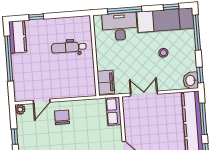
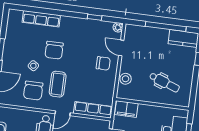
dental chair: (69, 47) -> (164, 82), turned 110
stool: (74, 90) -> (126, 79), added
row of seats: (114, 111) -> (93, 110), width x1.48

